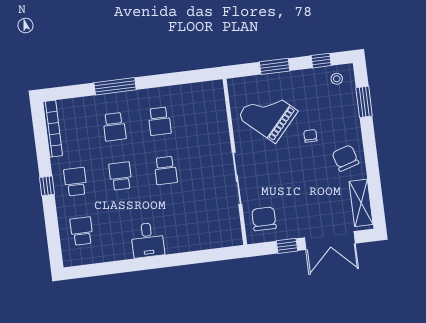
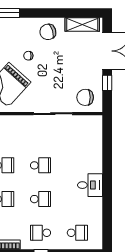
school desk: (121, 176) -> (41, 199), turned 180
school desk: (82, 231) -> (77, 233), turned 180

